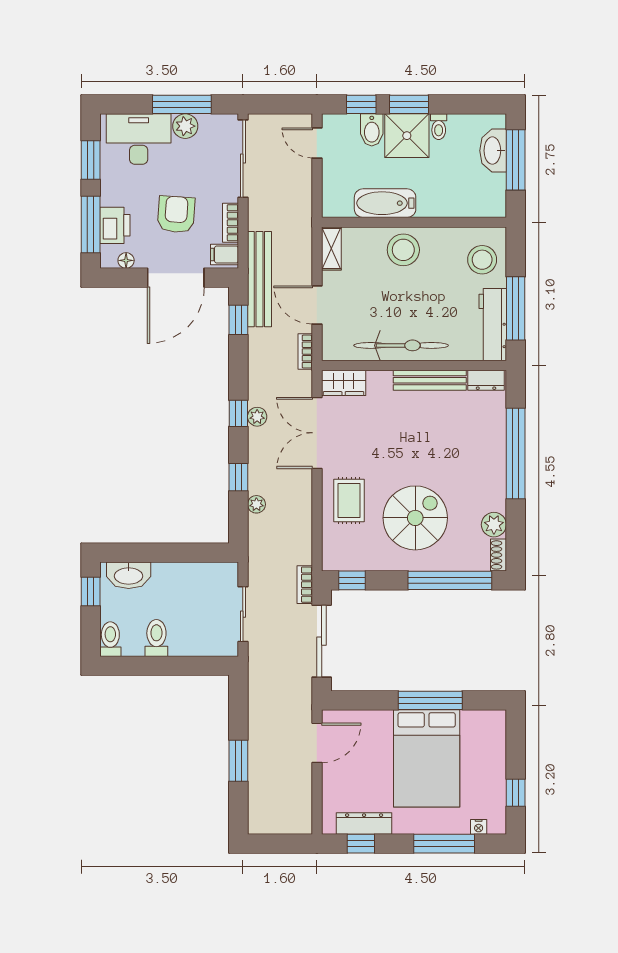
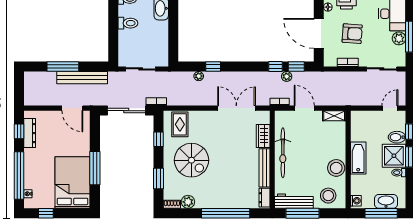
sliding door: (243, 159) -> (382, 69), width x0.73
bathtub: (385, 203) -> (358, 158), moved
washing machine: (492, 208) -> (356, 201), added
stool: (403, 250) -> (336, 168), moved
filing cabinet: (225, 255) -> (331, 59), removed
bench: (259, 279) -> (82, 78), moved
door: (317, 305) -> (304, 108), hinge flipped
wardrobe: (344, 383) -> (263, 136), moved
window: (238, 413) -> (275, 67), moved
plant: (257, 417) -> (287, 76), moved
rug: (349, 501) -> (180, 124), moved, turned 90
window: (352, 580) -> (158, 139), moved
window: (450, 580) -> (158, 179), width x0.47
bed: (427, 758) -> (73, 183), moved, turned 90
window: (238, 761) -> (63, 67), width x1.44
window: (444, 844) -> (19, 175), width x1.46

